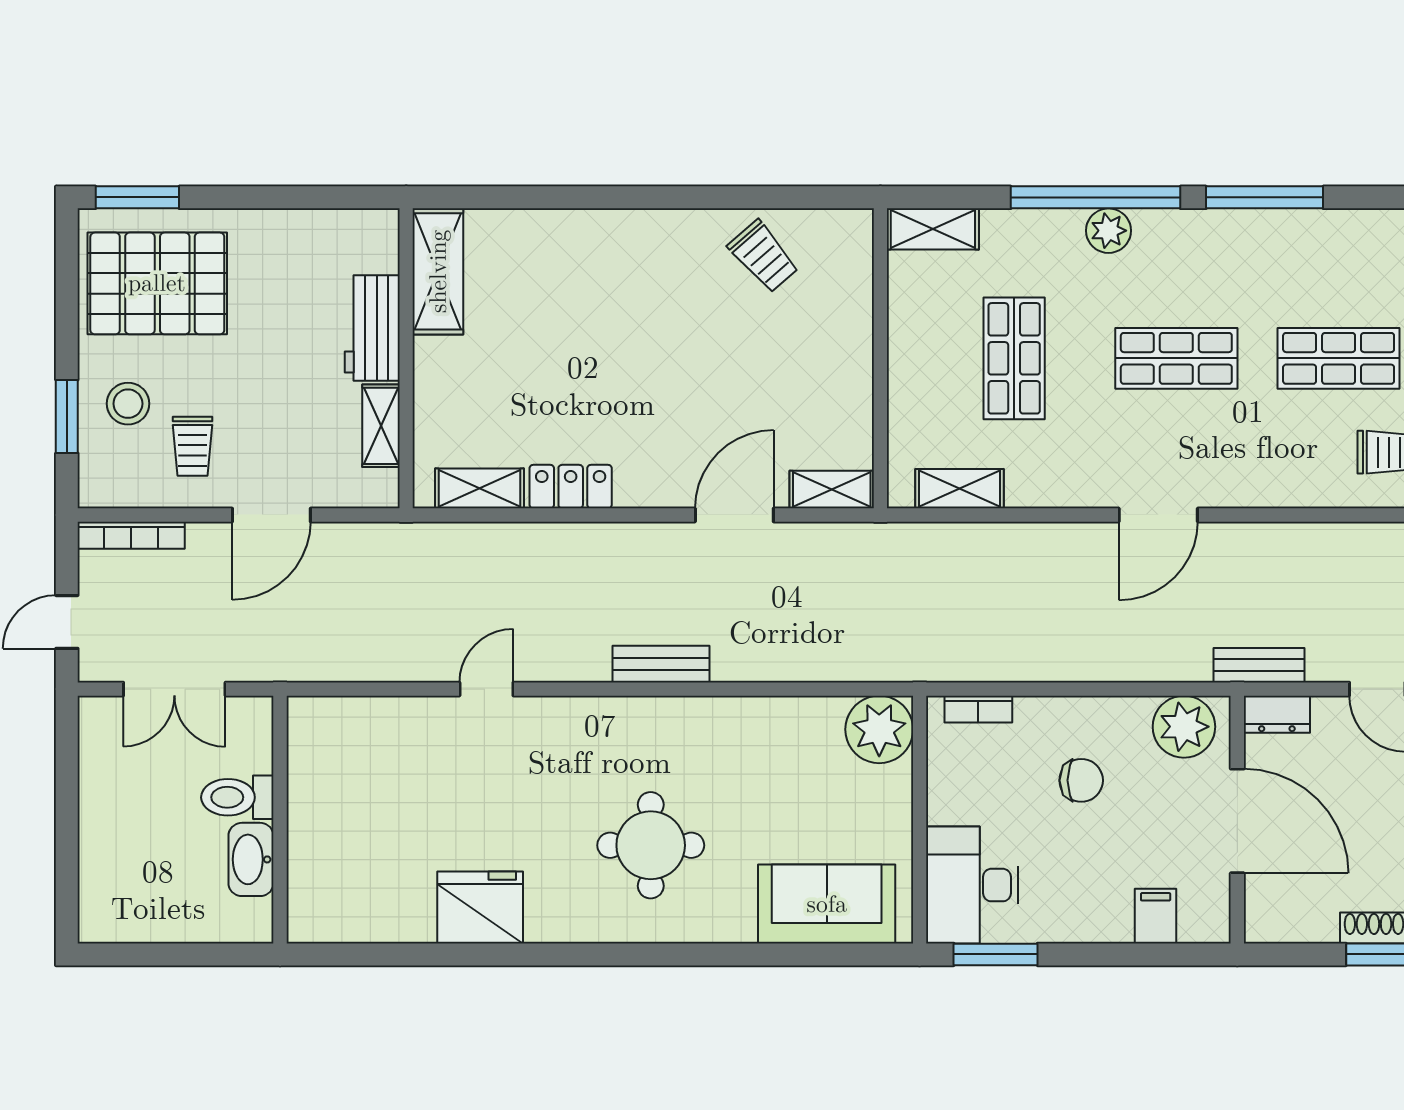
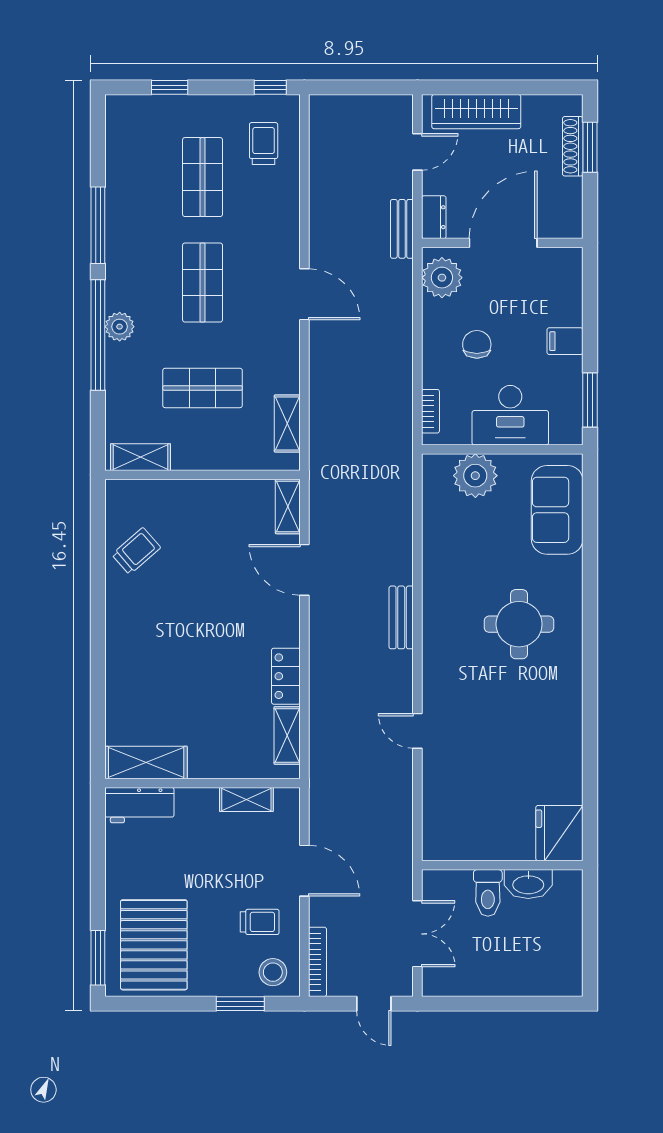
shelving: (933, 229) -> (140, 457), moved, turned 90
workbench: (372, 328) -> (139, 805), moved
stool: (128, 404) -> (273, 972), moved
plant: (879, 729) -> (475, 476), moved
desk: (972, 885) -> (510, 415), moved
fridge: (480, 907) -> (559, 833), moved
filing cabinet: (1156, 916) -> (565, 341), moved

